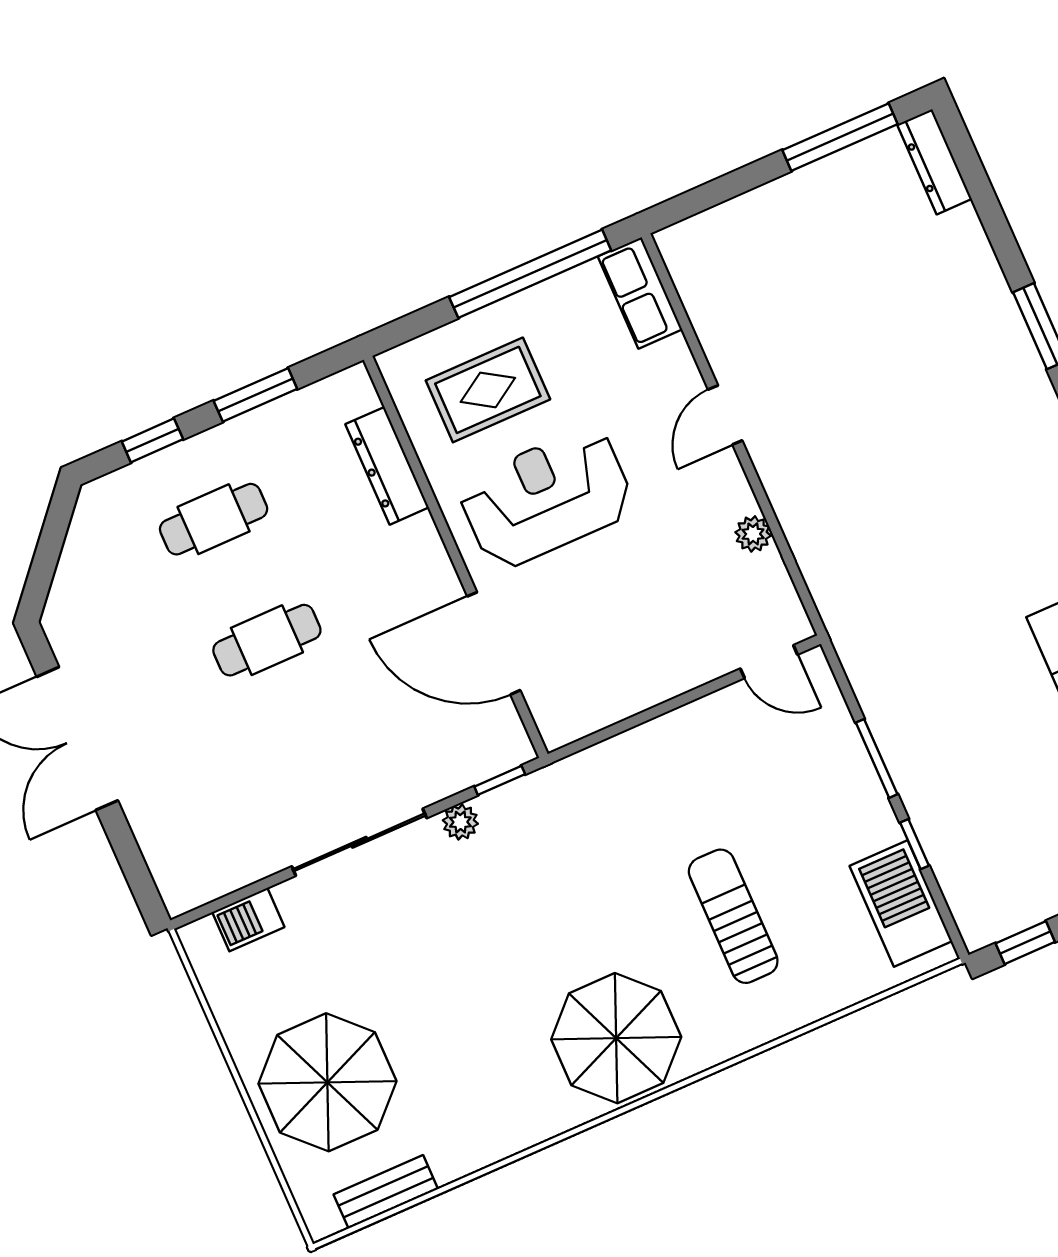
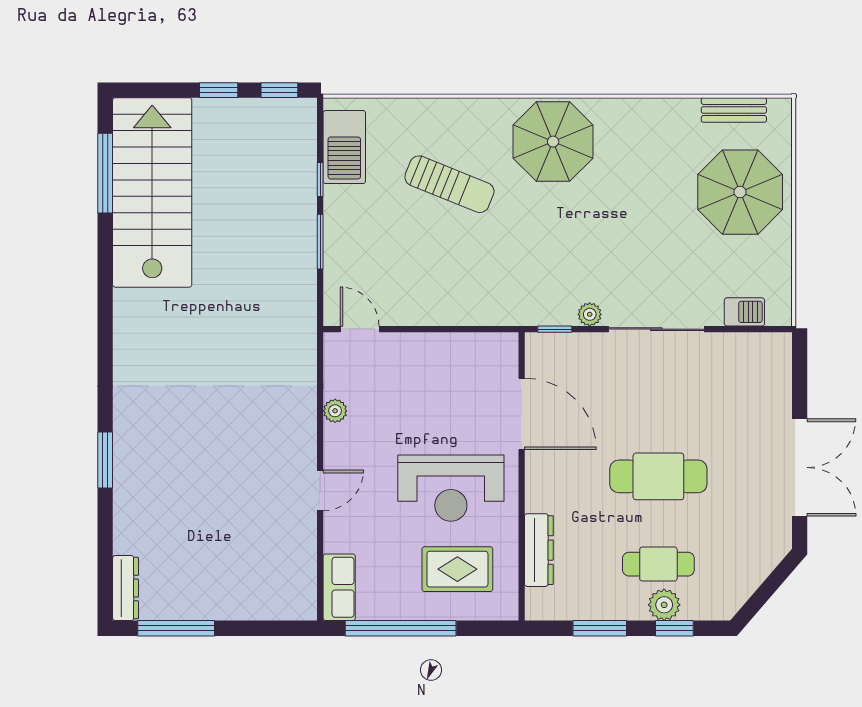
plant: (181, 466) -> (664, 605), added
cafe table: (267, 640) -> (658, 476), width x1.37, depth x1.35
sun lounger: (733, 916) -> (449, 184), turned -68

